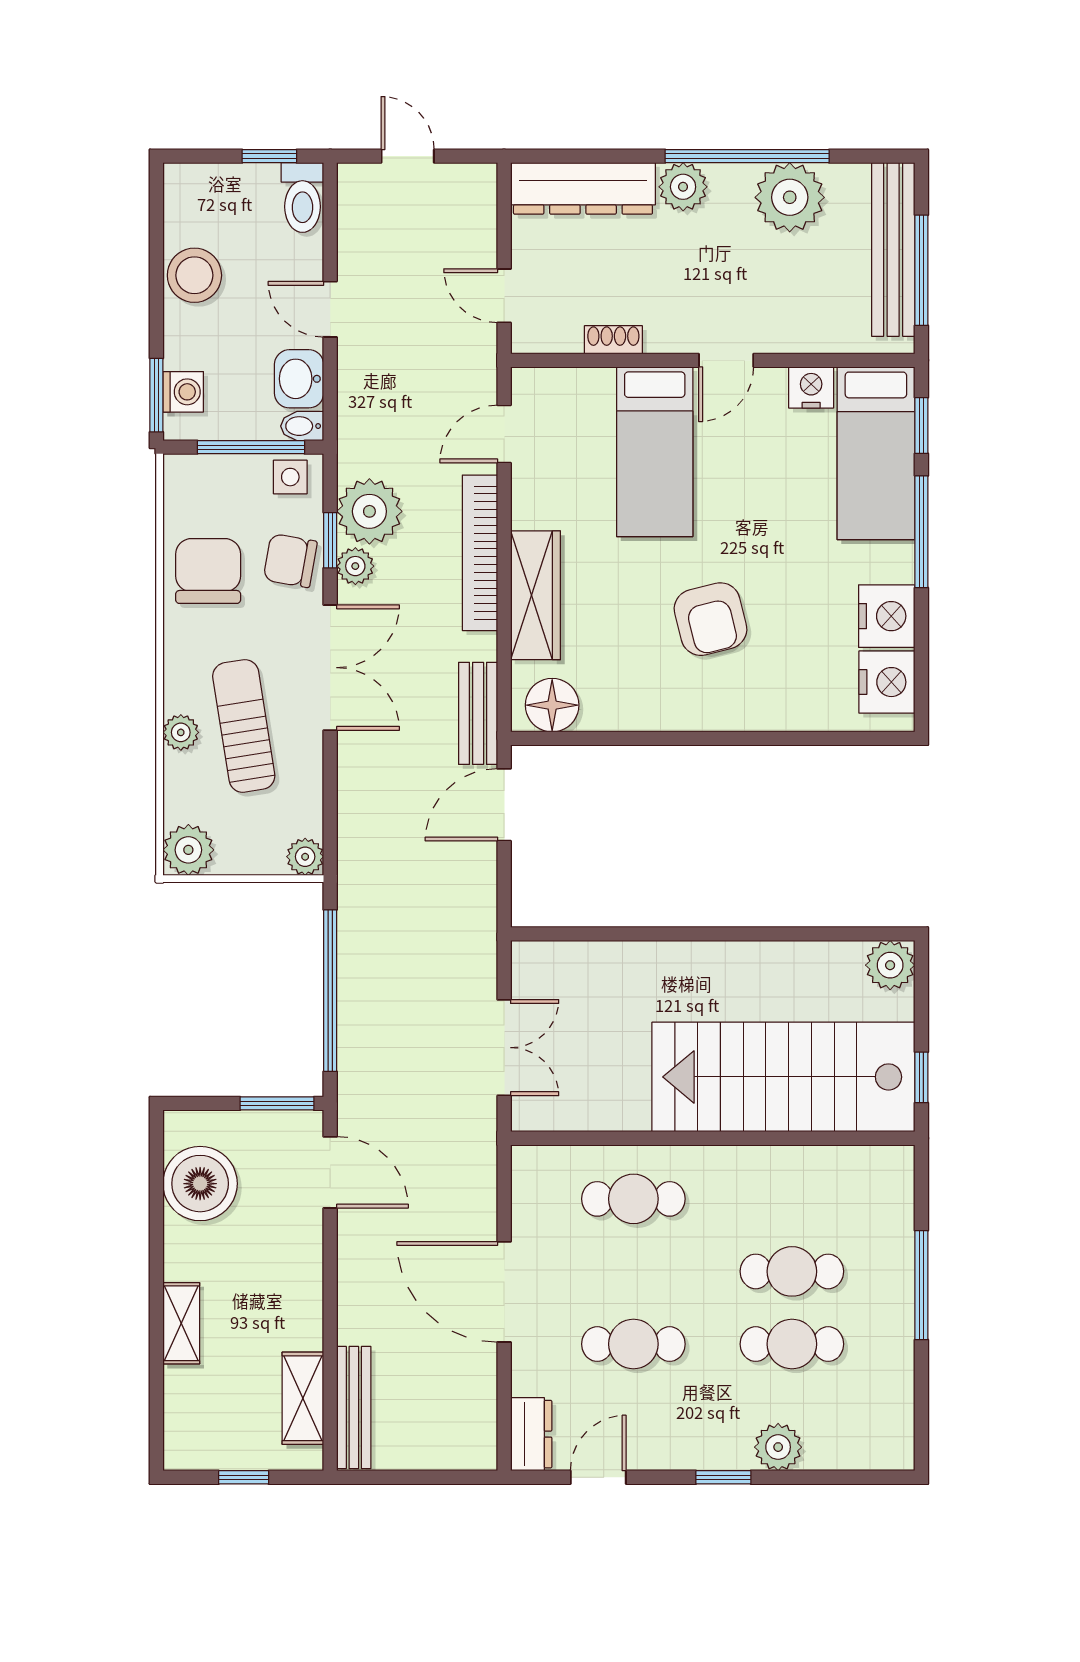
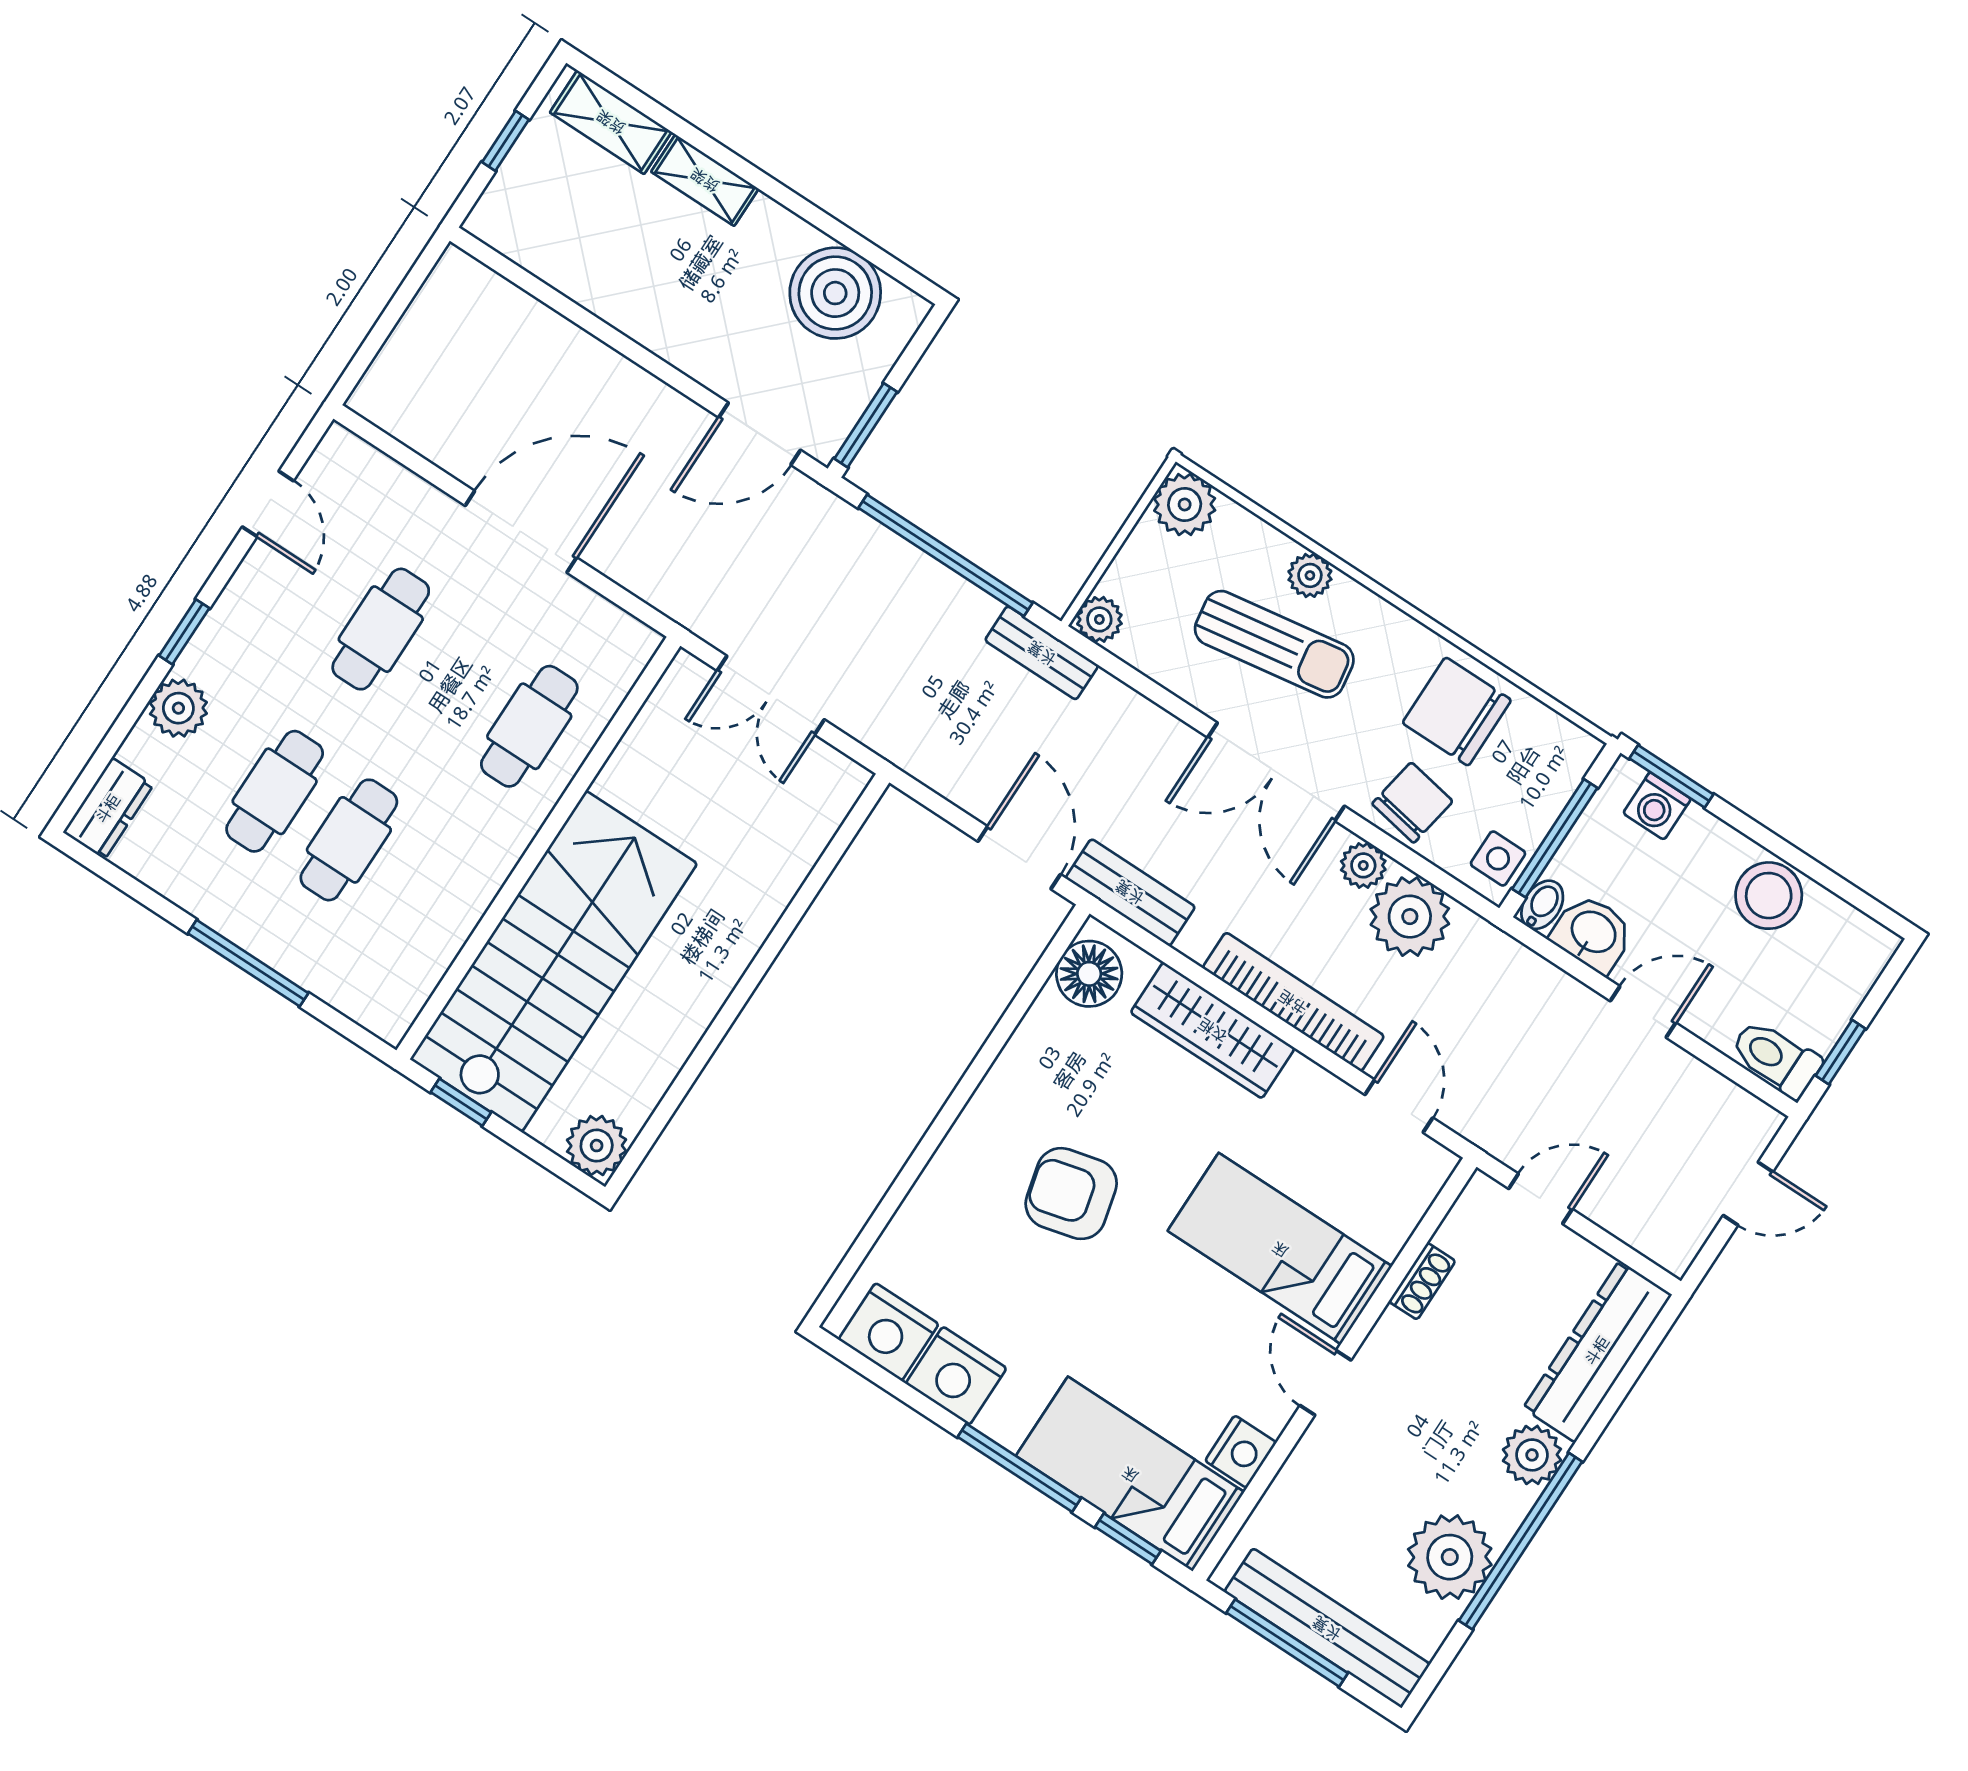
window: (330, 540) -> (1407, 857), removed
chair: (208, 571) -> (1457, 712), turned 180
shelving: (303, 1398) -> (611, 122), moved
bench: (354, 1407) -> (1042, 653), moved, width x0.73
dresser: (531, 1434) -> (108, 809), moved, turned -90

